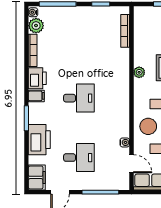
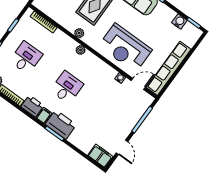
plant: (124, 85) -> (81, 50), added
printer: (39, 140) -> (61, 124), moved
desk: (79, 158) -> (26, 58), moved

